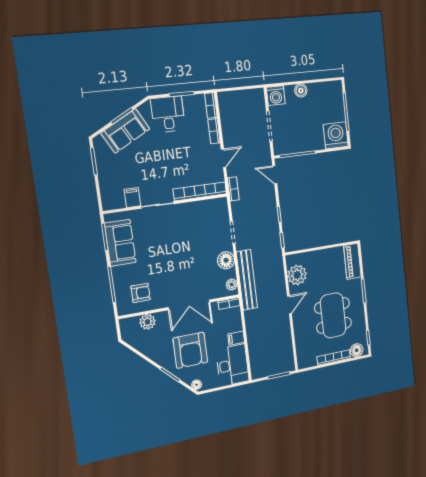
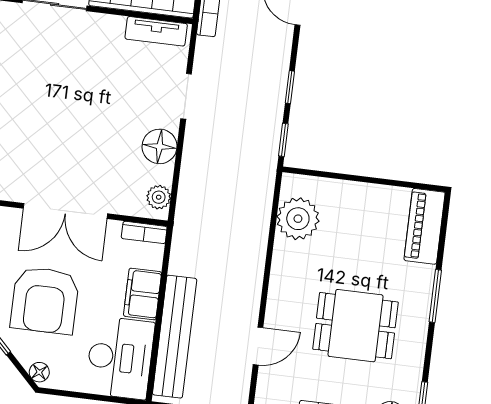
tv unit: (211, 205) -> (156, 31), added
bench: (247, 280) -> (175, 337), moved
door: (289, 305) -> (258, 346), moved
dining table: (333, 315) -> (355, 326), width x0.73
filing cabinet: (236, 338) -> (143, 294), width x2.00

